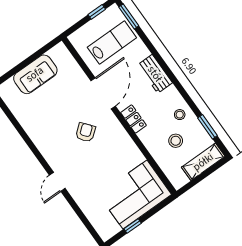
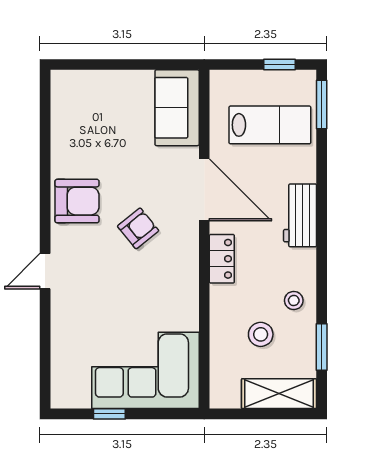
sofa: (35, 74) -> (177, 108), moved, turned 90
door: (103, 93) -> (204, 190), hinge flipped
armchair: (49, 140) -> (77, 201), added

